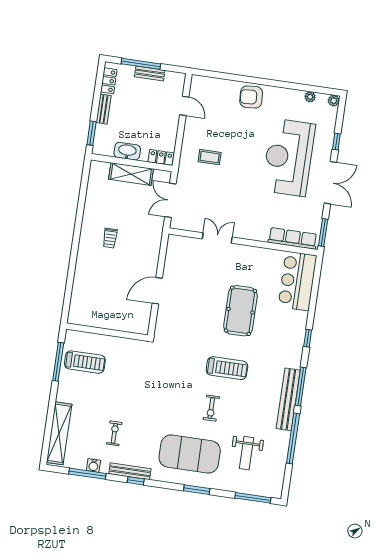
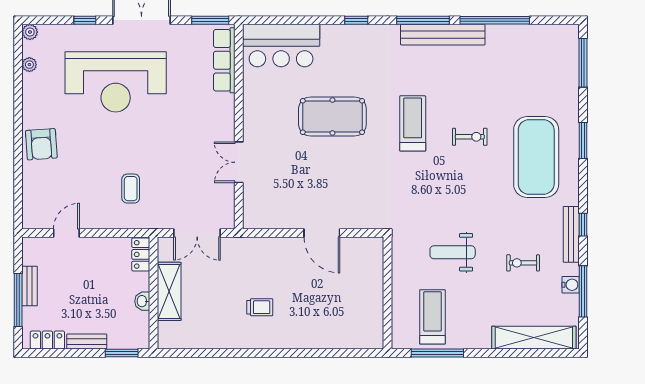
washbasin: (127, 151) -> (142, 301), width x0.52, depth x0.69
weight bench: (246, 453) -> (453, 252), moved, turned 180

